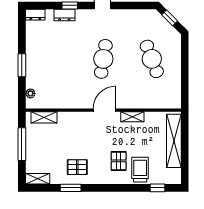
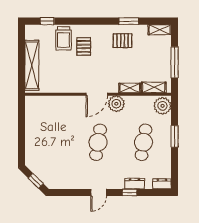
cafe table: (152, 59) -> (144, 142), moved, turned 30
plant: (30, 93) -> (162, 106), width x1.87, depth x1.87
plant: (84, 100) -> (116, 104), added
shelving: (132, 117) -> (130, 88), moved

